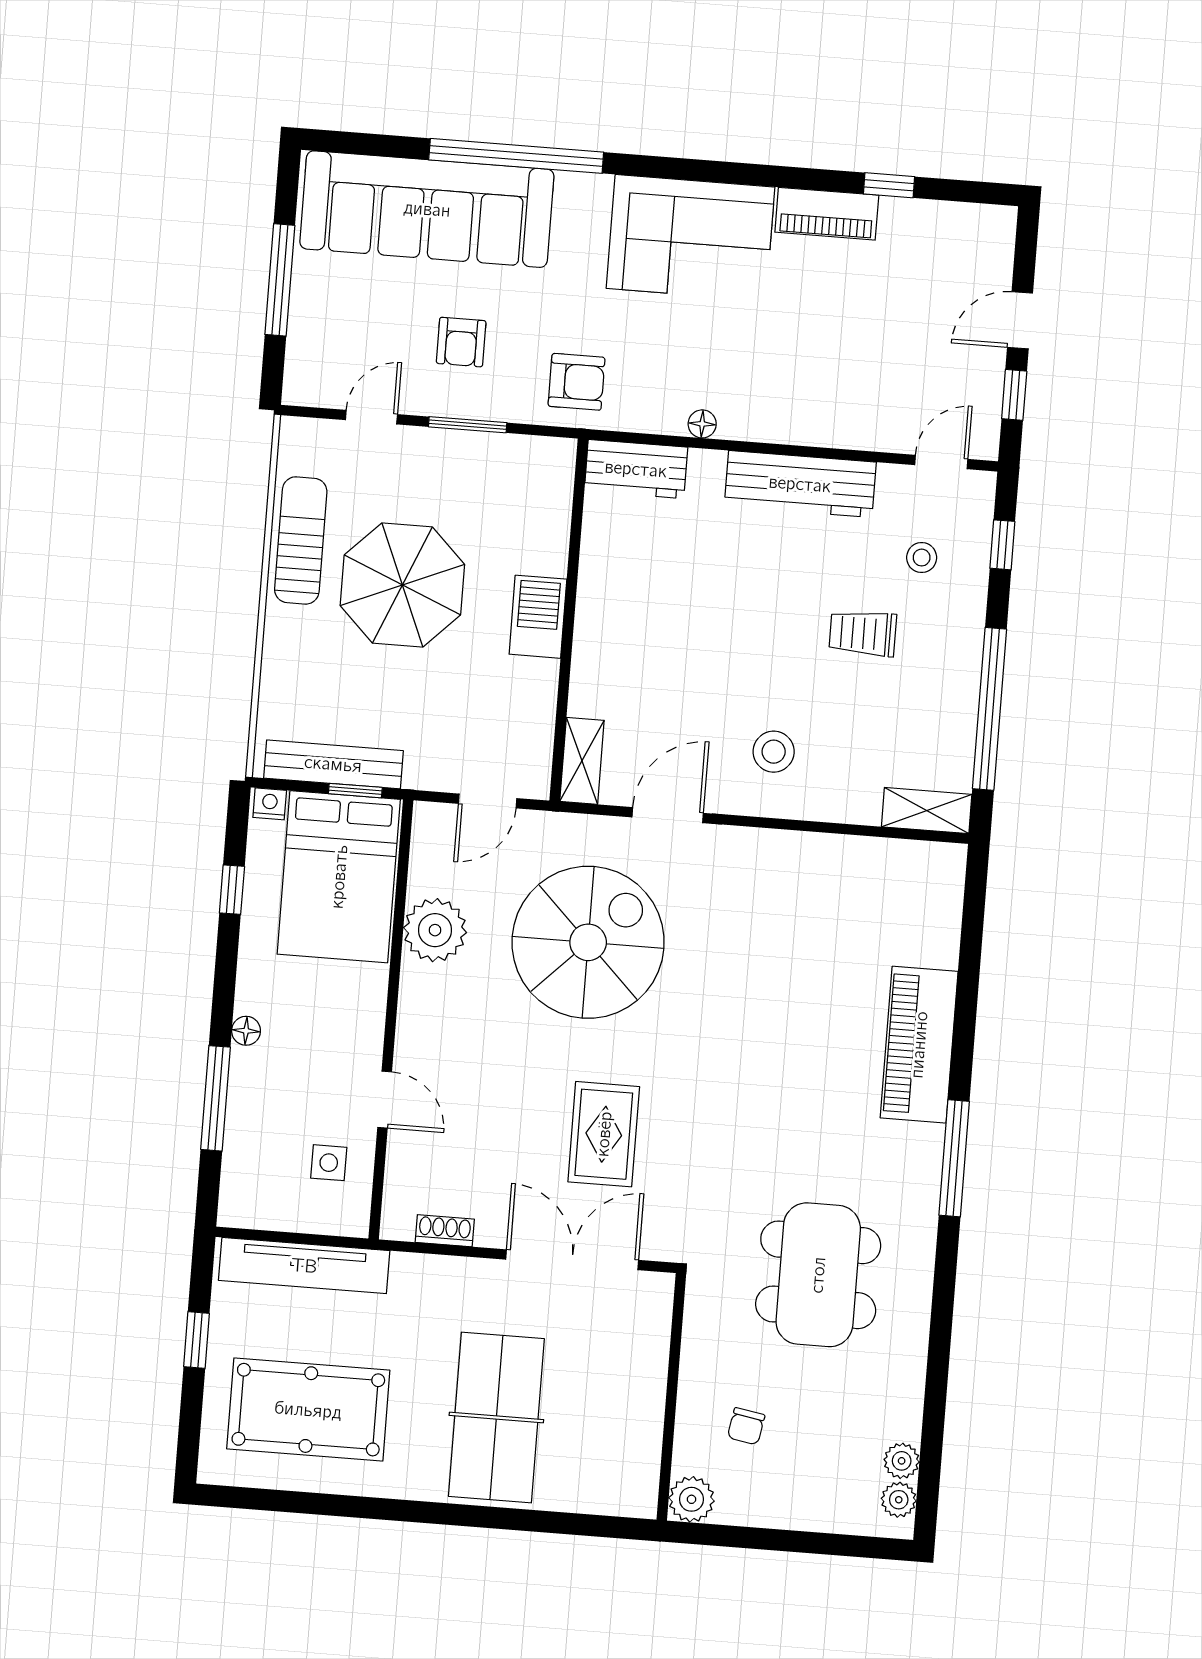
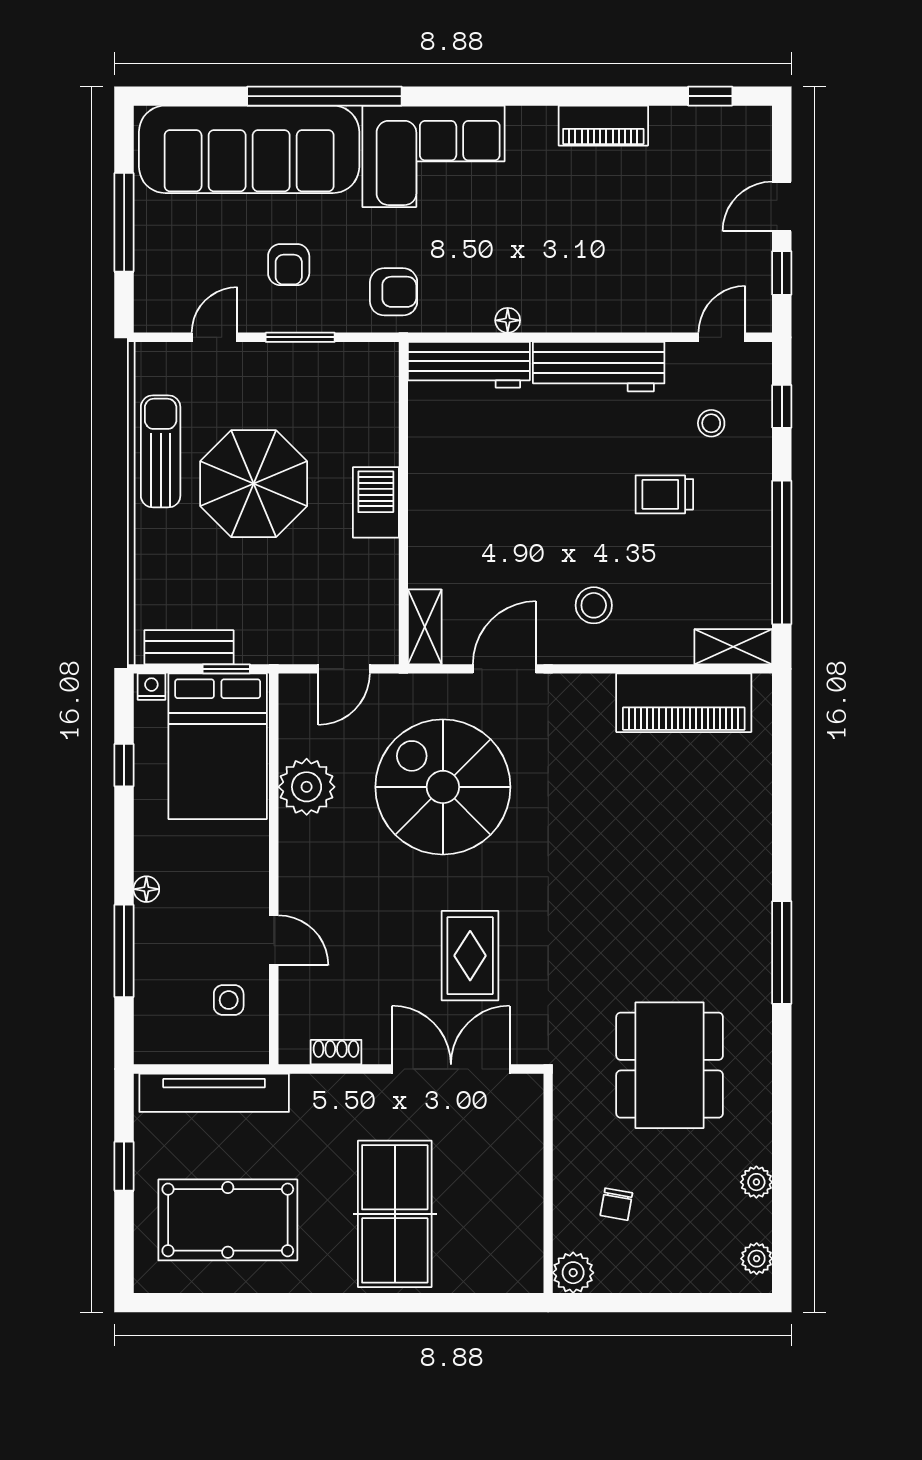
window: (889, 185) -> (710, 96), moved
corner sofa: (691, 238) -> (433, 156), moved
workbench: (636, 469) -> (469, 365), width x1.37
bench: (333, 764) -> (189, 647), width x0.73
spiral stairs: (588, 942) -> (443, 787), turned -90
piano: (919, 1045) -> (684, 703), moved, turned -90
plant: (902, 1461) -> (756, 1182), moved

